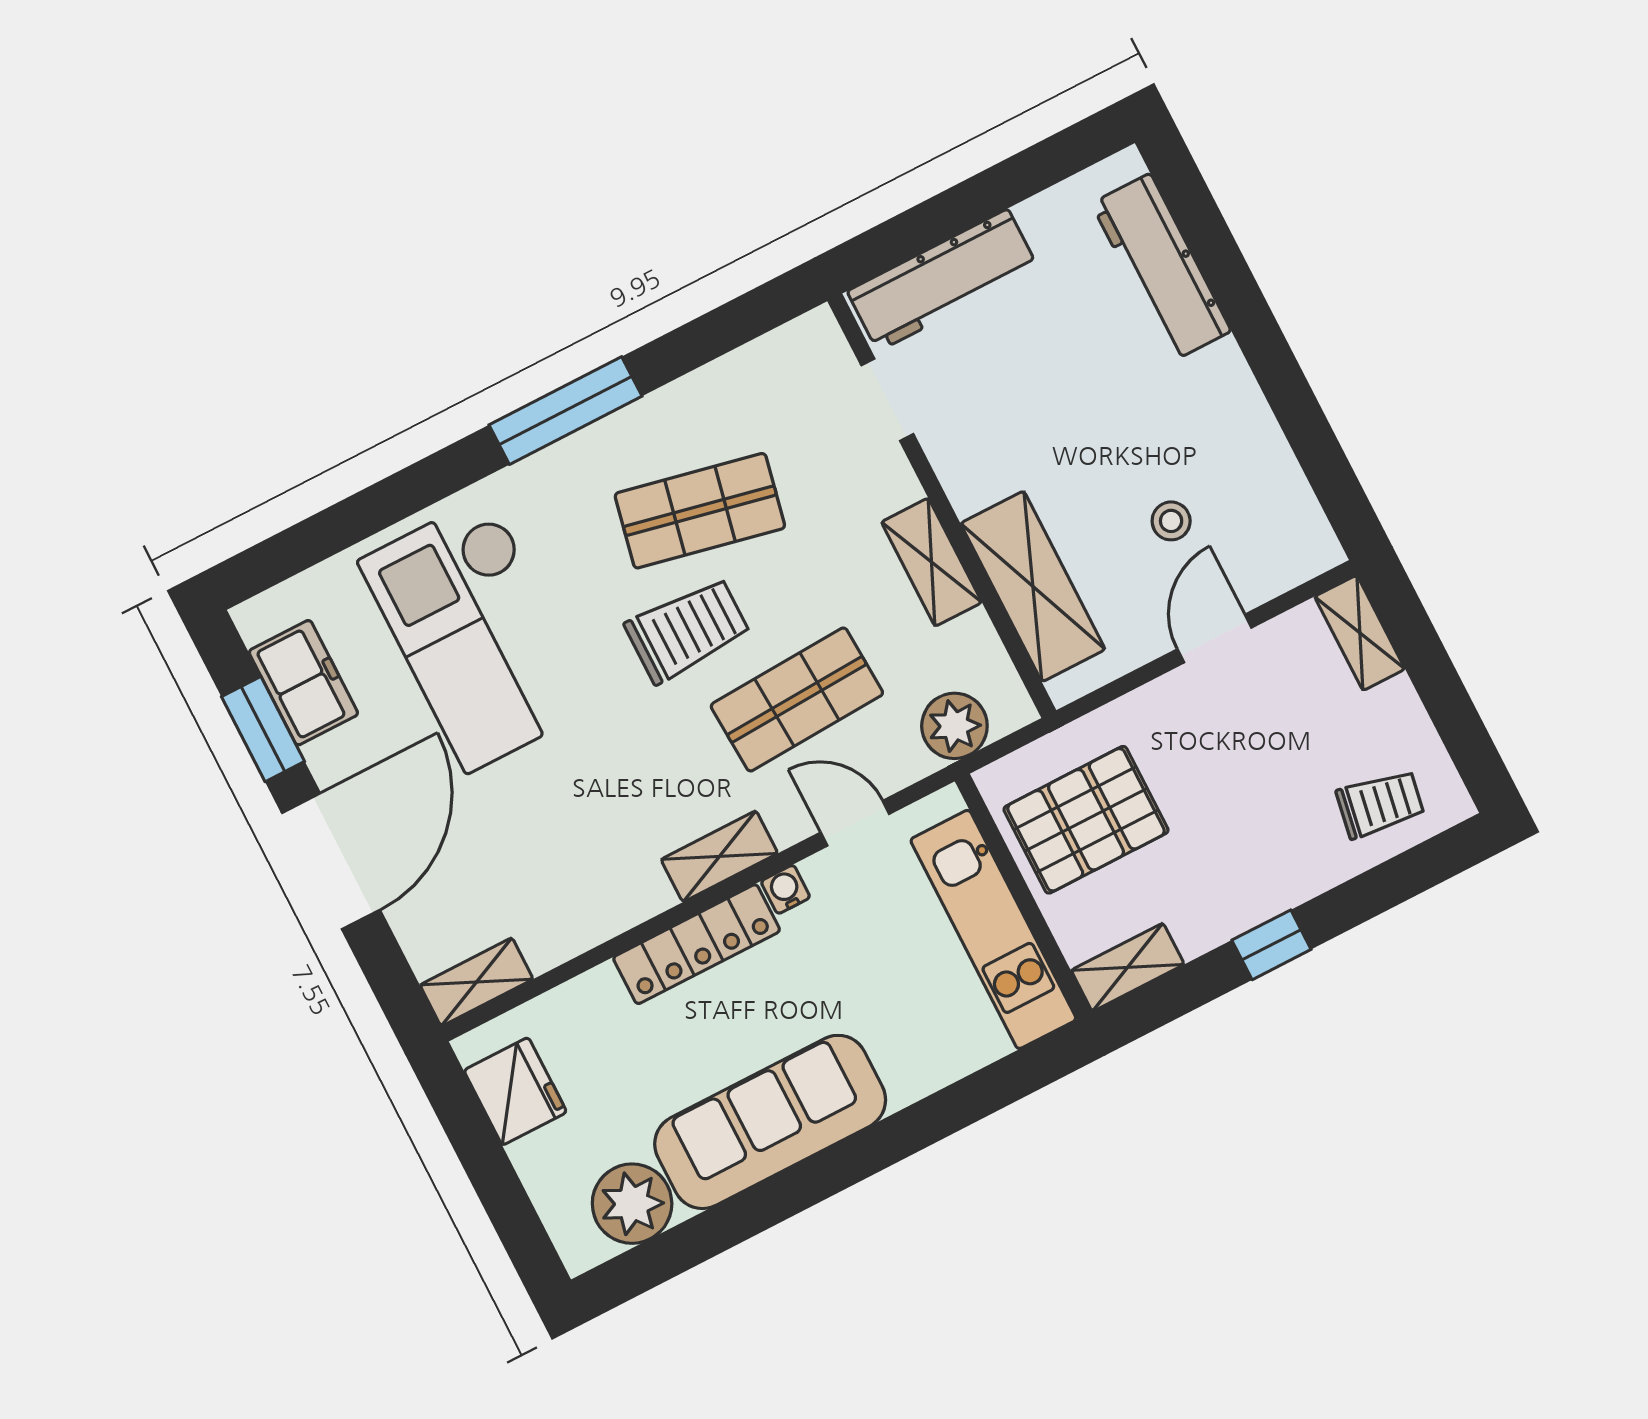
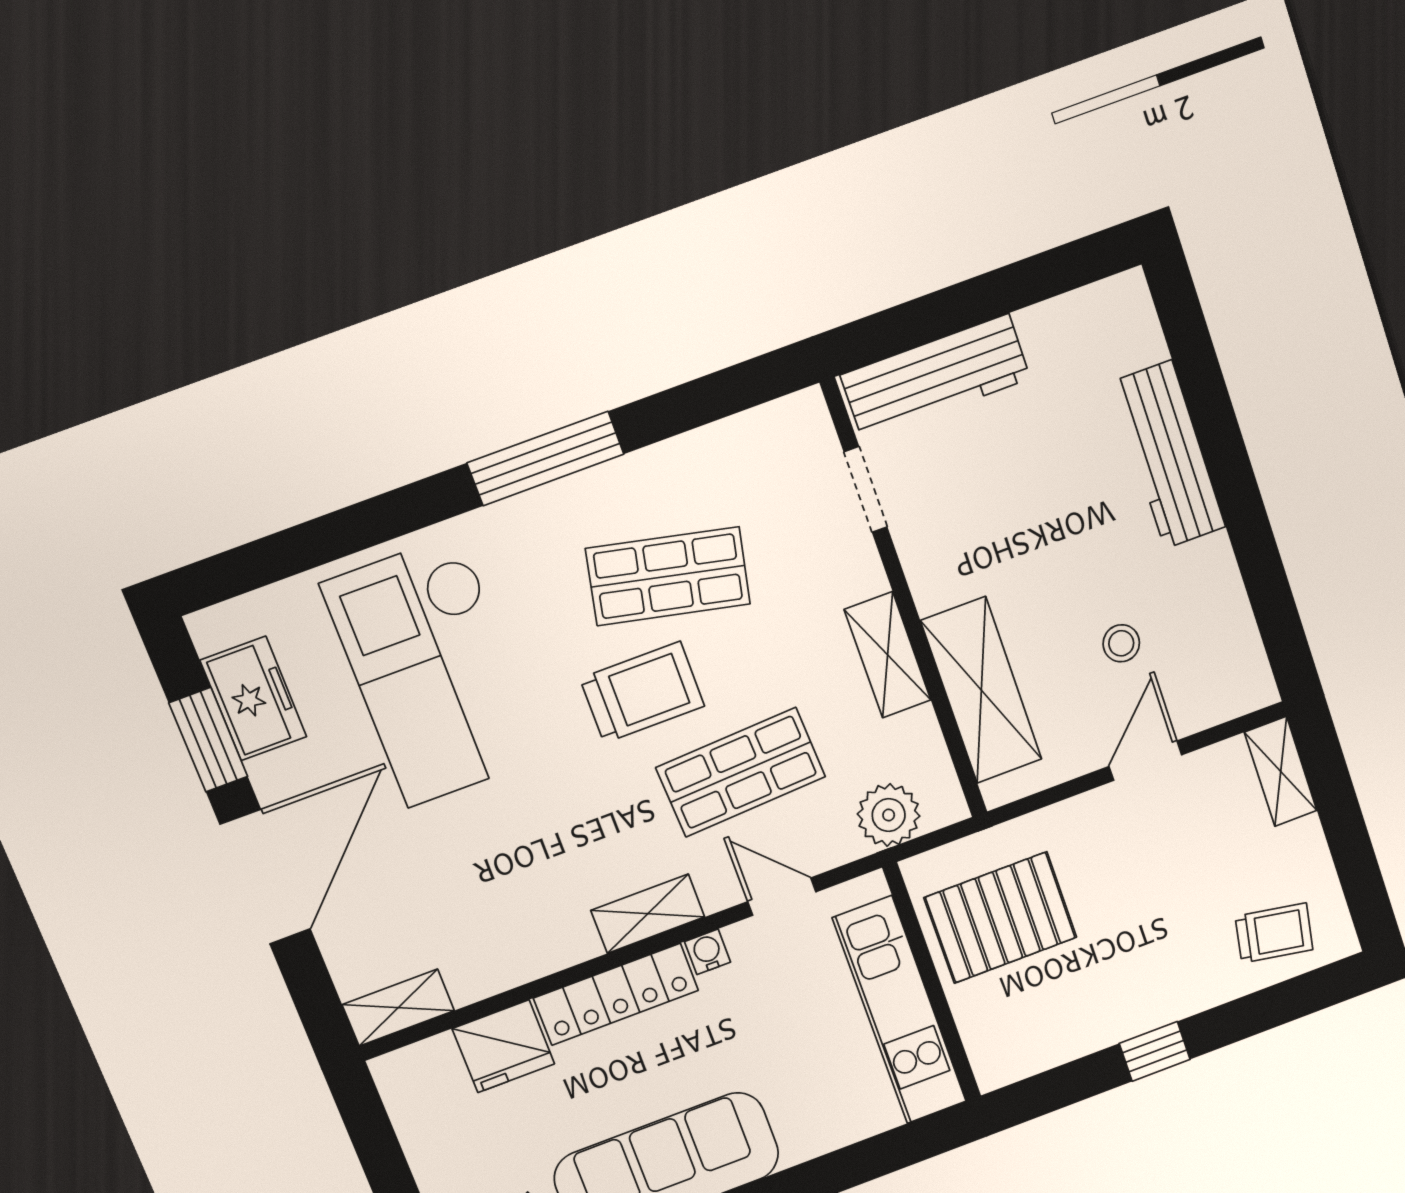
workbench: (1161, 267) -> (1168, 455), moved
shelving: (1128, 967) -> (1020, 1058), removed
fridge: (515, 1091) -> (503, 1046), moved, turned 90

